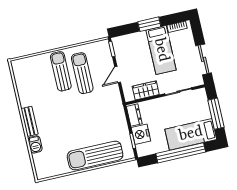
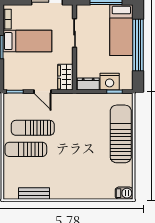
wardrobe: (146, 90) -> (65, 77), moved
bench: (29, 121) -> (34, 194), moved
barbecue: (35, 144) -> (124, 193), moved
sun lounger: (95, 155) -> (121, 134), turned 180

